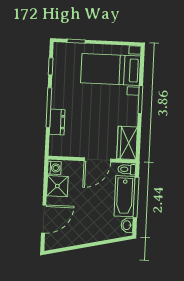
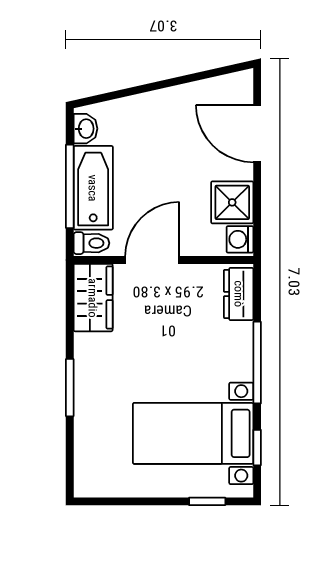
bed with nightstands: (111, 69) -> (193, 433), moved, turned 180
dresser: (57, 122) -> (239, 294), moved
door: (44, 219) -> (257, 134), hinge flipped

